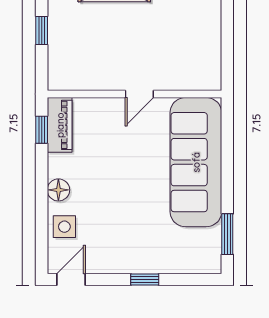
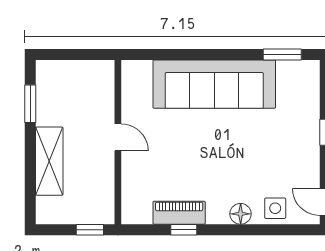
wall: (134, 94) -> (118, 142), moved
door: (139, 94) -> (118, 137), moved

